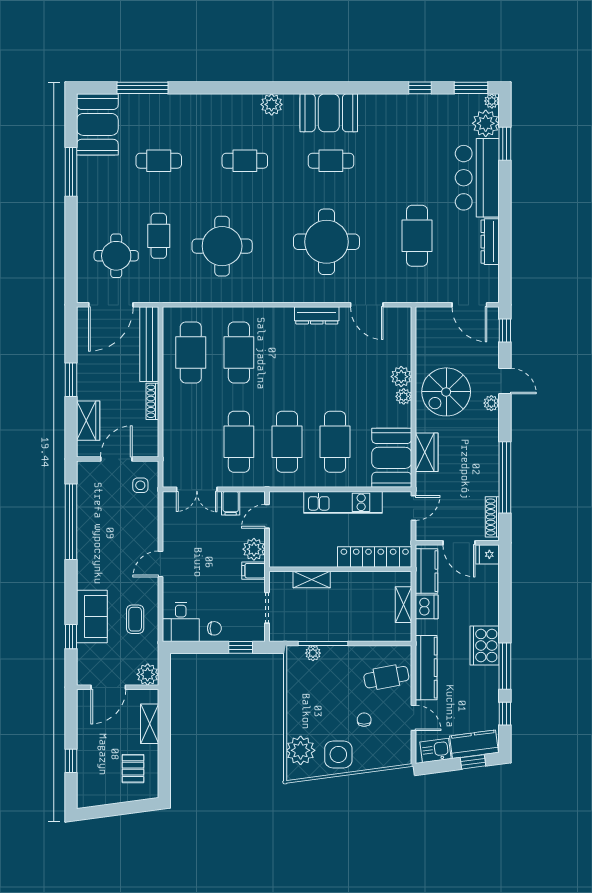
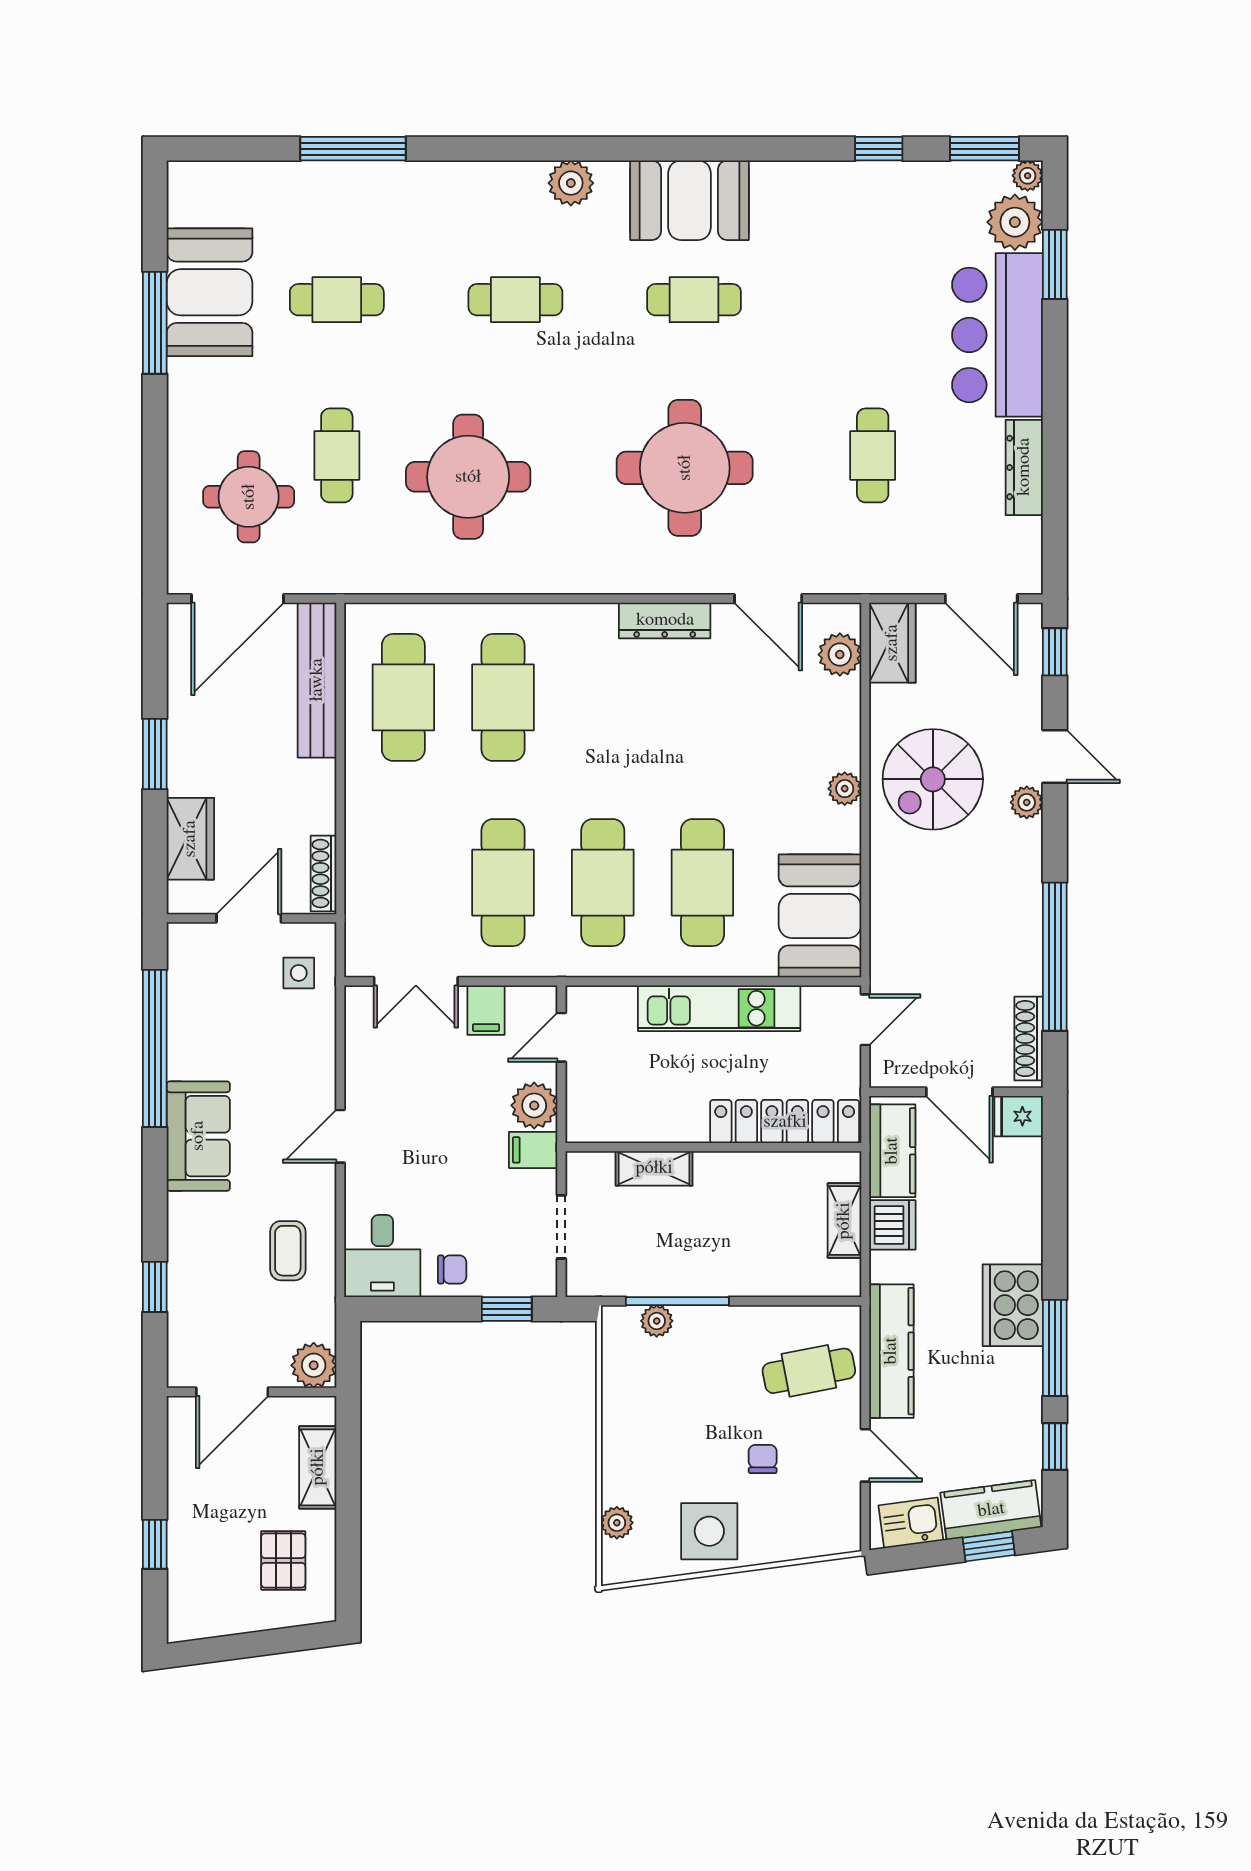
window: (143, 88) -> (353, 149), moved
booth: (97, 124) -> (210, 292), moved
cafe table: (417, 236) -> (873, 455), width x0.73, depth x0.74
plant: (401, 377) -> (840, 655), moved
shoe rack: (152, 401) -> (323, 873), moved
wardrobe: (427, 452) -> (892, 643), moved
sofa: (92, 617) -> (198, 1136), moved
plant: (301, 750) -> (617, 1523), width x0.53, depth x0.53

